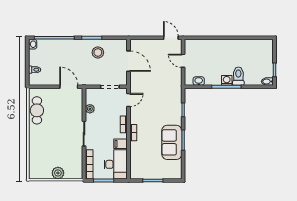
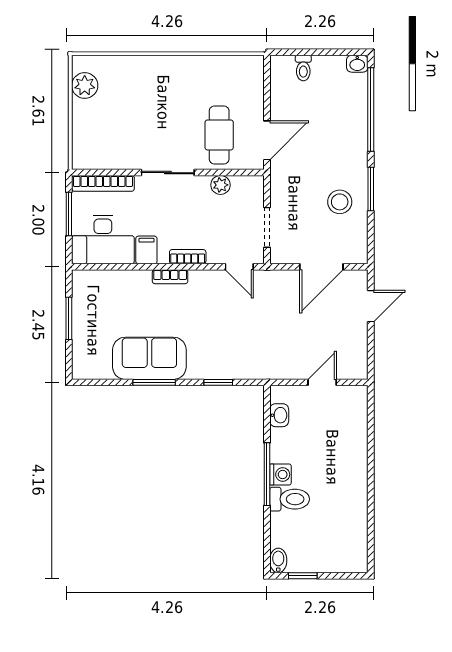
door: (171, 38) -> (371, 306), moved
cafe table: (37, 110) -> (219, 135), moved, turned 90
plant: (58, 173) -> (85, 86), moved

